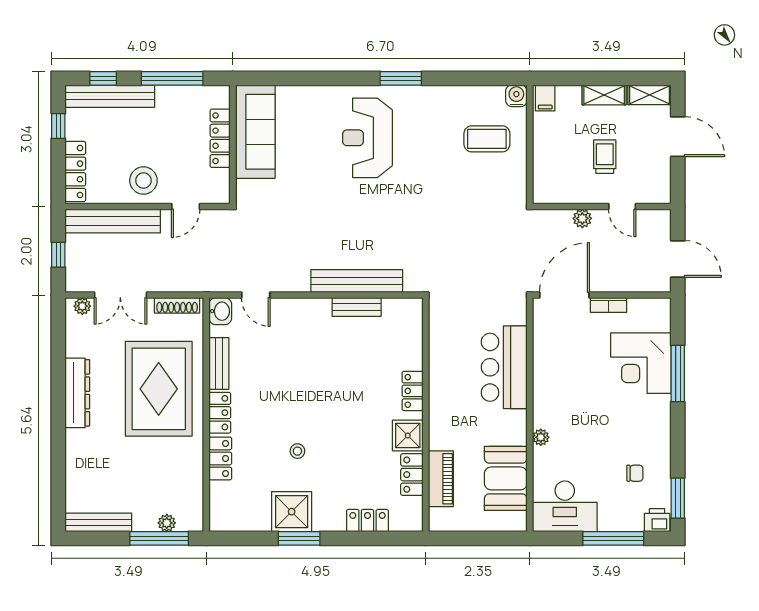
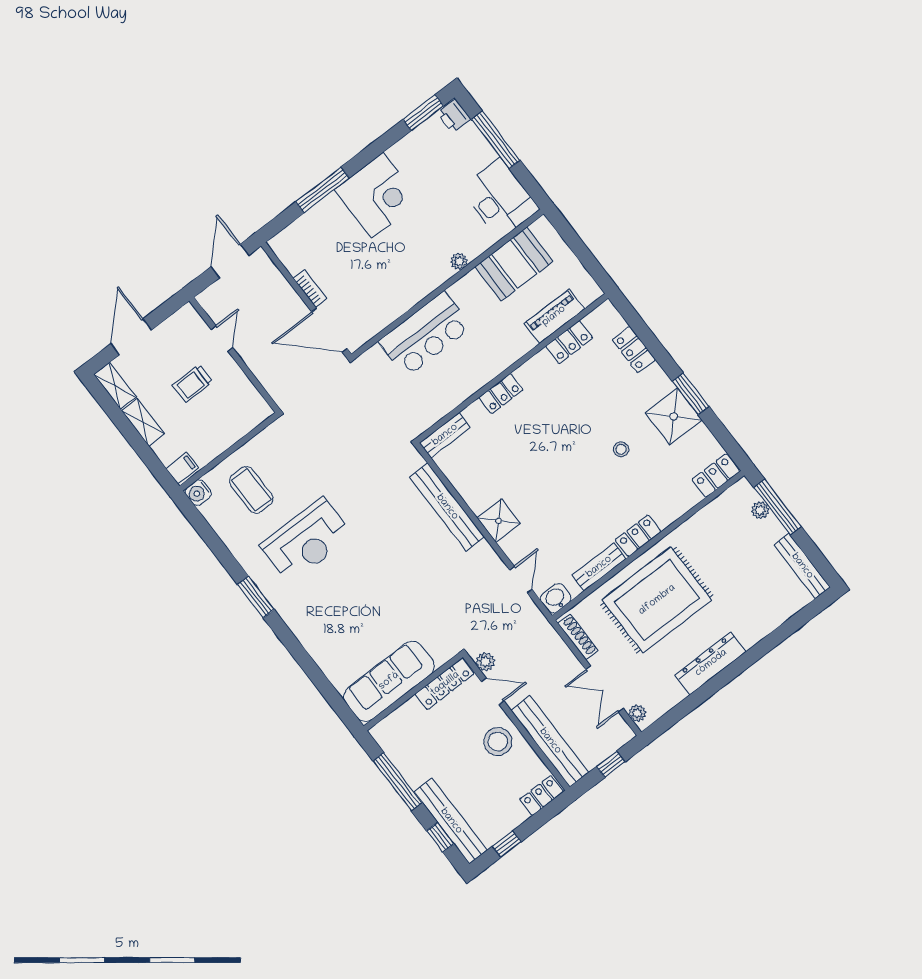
locker: (220, 138) -> (445, 684), moved
reception desk: (367, 138) -> (306, 541), moved
locker: (75, 171) -> (542, 795), width x0.66
plant: (582, 218) -> (485, 662), moved
double door: (120, 295) -> (605, 689), swing flipped
bench: (357, 307) -> (445, 435), moved, turned 90
corner desk: (641, 363) -> (377, 195), moved
shower: (408, 436) -> (499, 521), moved
locker: (220, 458) -> (716, 476), moved
chair: (635, 473) -> (430, 163), removed

